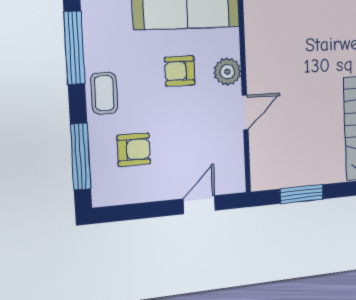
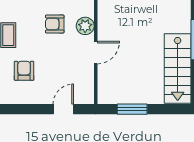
armchair: (134, 150) -> (24, 71), turned -90

